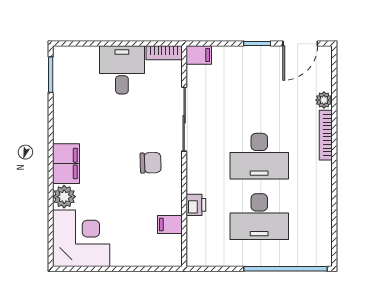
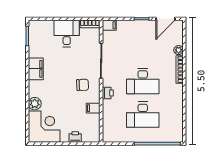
filing cabinet: (66, 164) -> (36, 69), moved
printer: (196, 205) -> (108, 93), moved
filing cabinet: (170, 225) -> (93, 108), moved
printer: (137, 257) -> (75, 137), added

